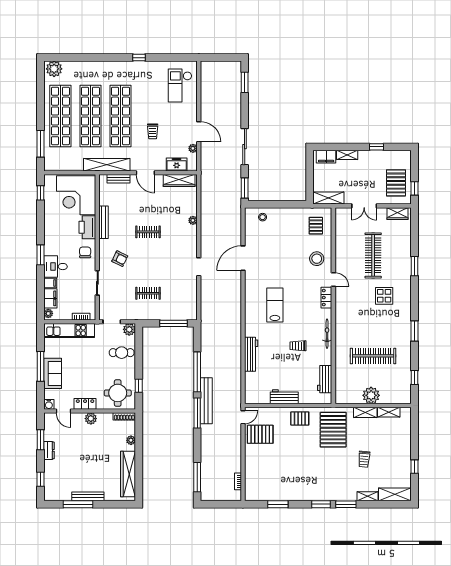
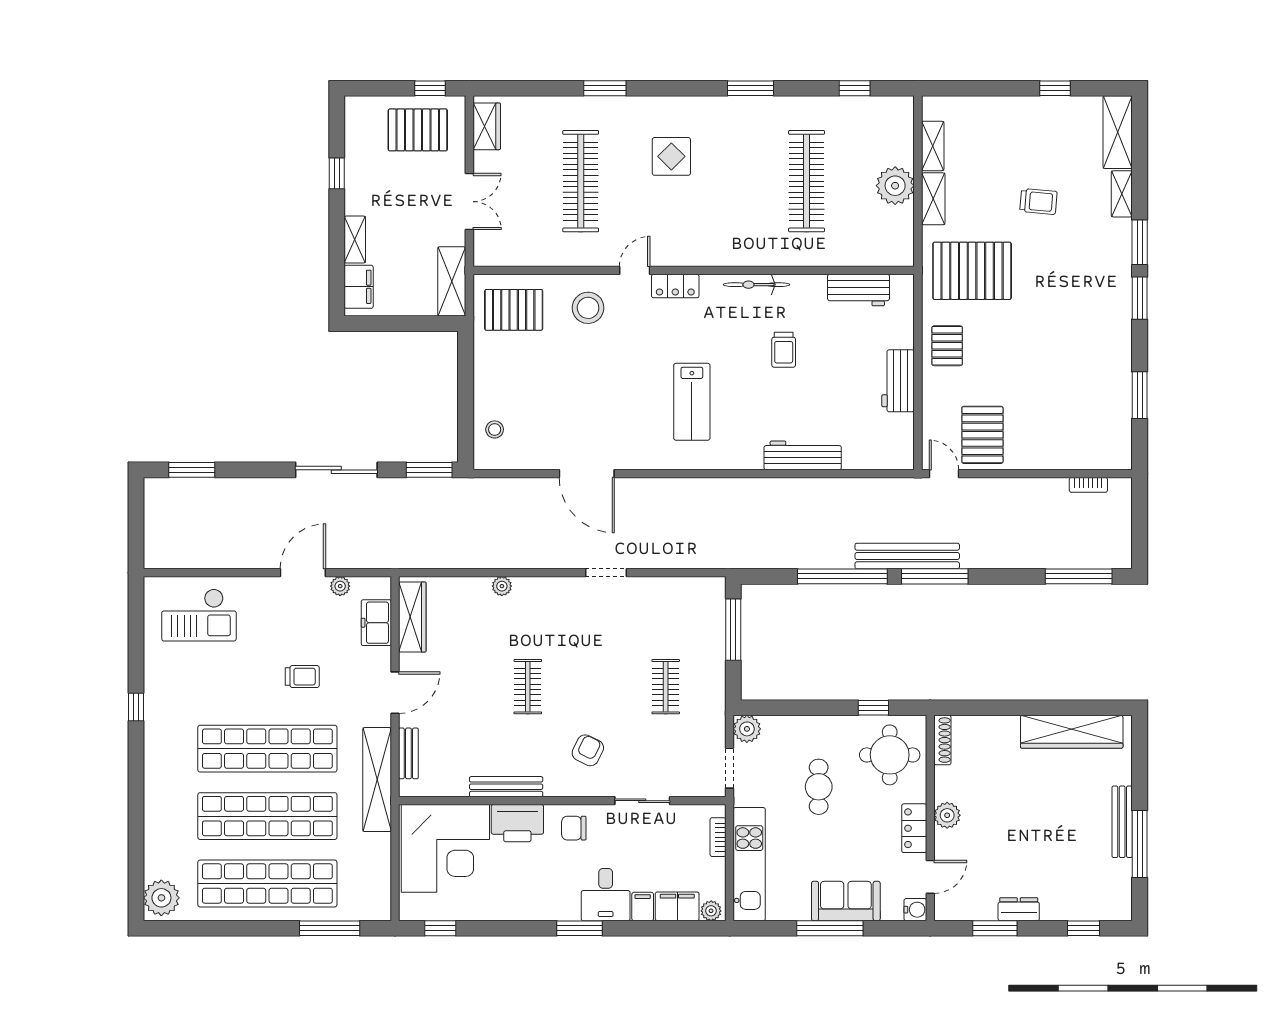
pallet: (316, 226) -> (514, 310), width x1.50, depth x1.42
clothes rail: (373, 255) -> (581, 181), turned 90
lab bench: (275, 305) -> (692, 402), turned -90
cafe table: (122, 353) -> (819, 787), moved
plant: (131, 440) -> (996, 725), removed

